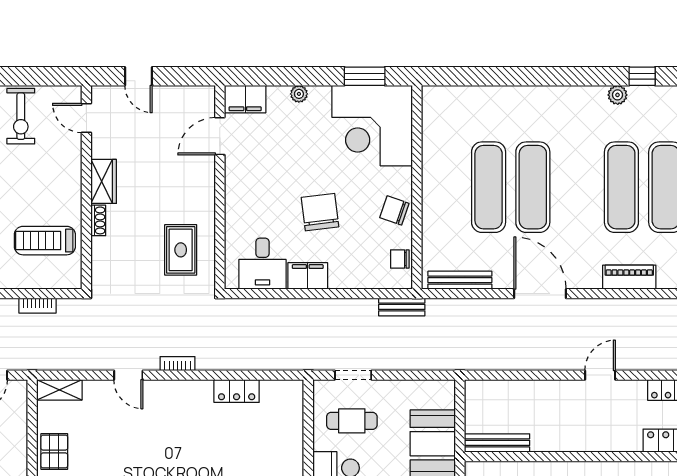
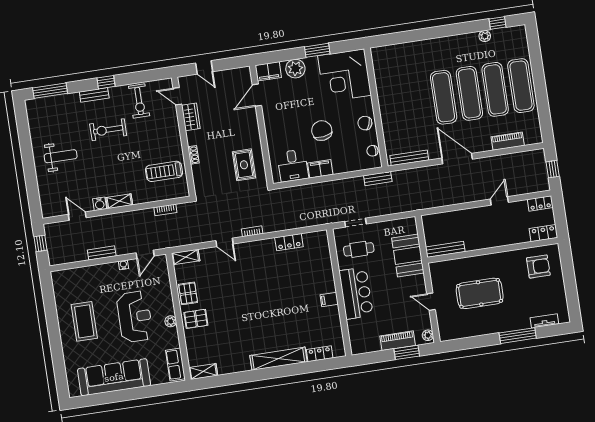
window: (365, 76) -> (317, 50), moved
plant: (299, 94) -> (295, 69), width x1.88, depth x1.88
wardrobe: (104, 181) -> (191, 117), moved
exercise mat: (489, 187) -> (469, 93), moved

